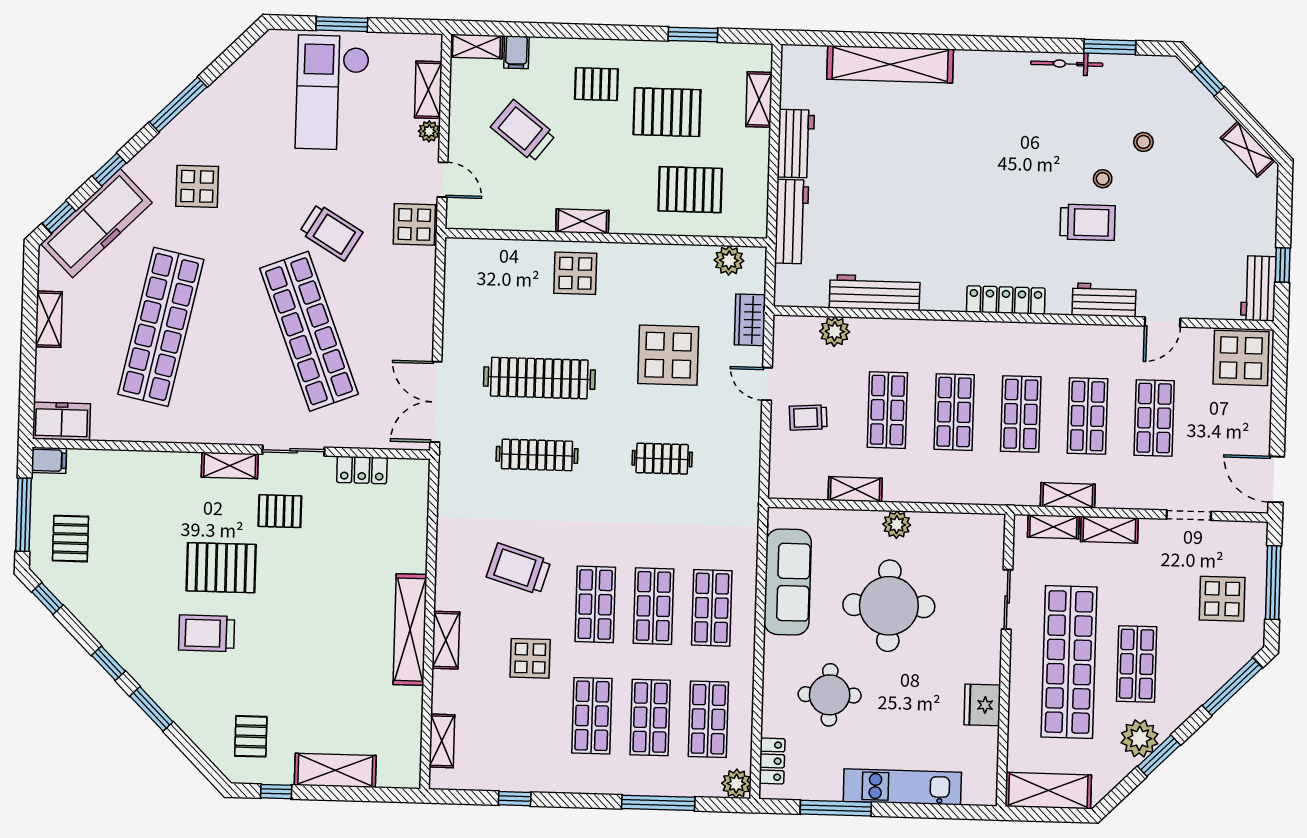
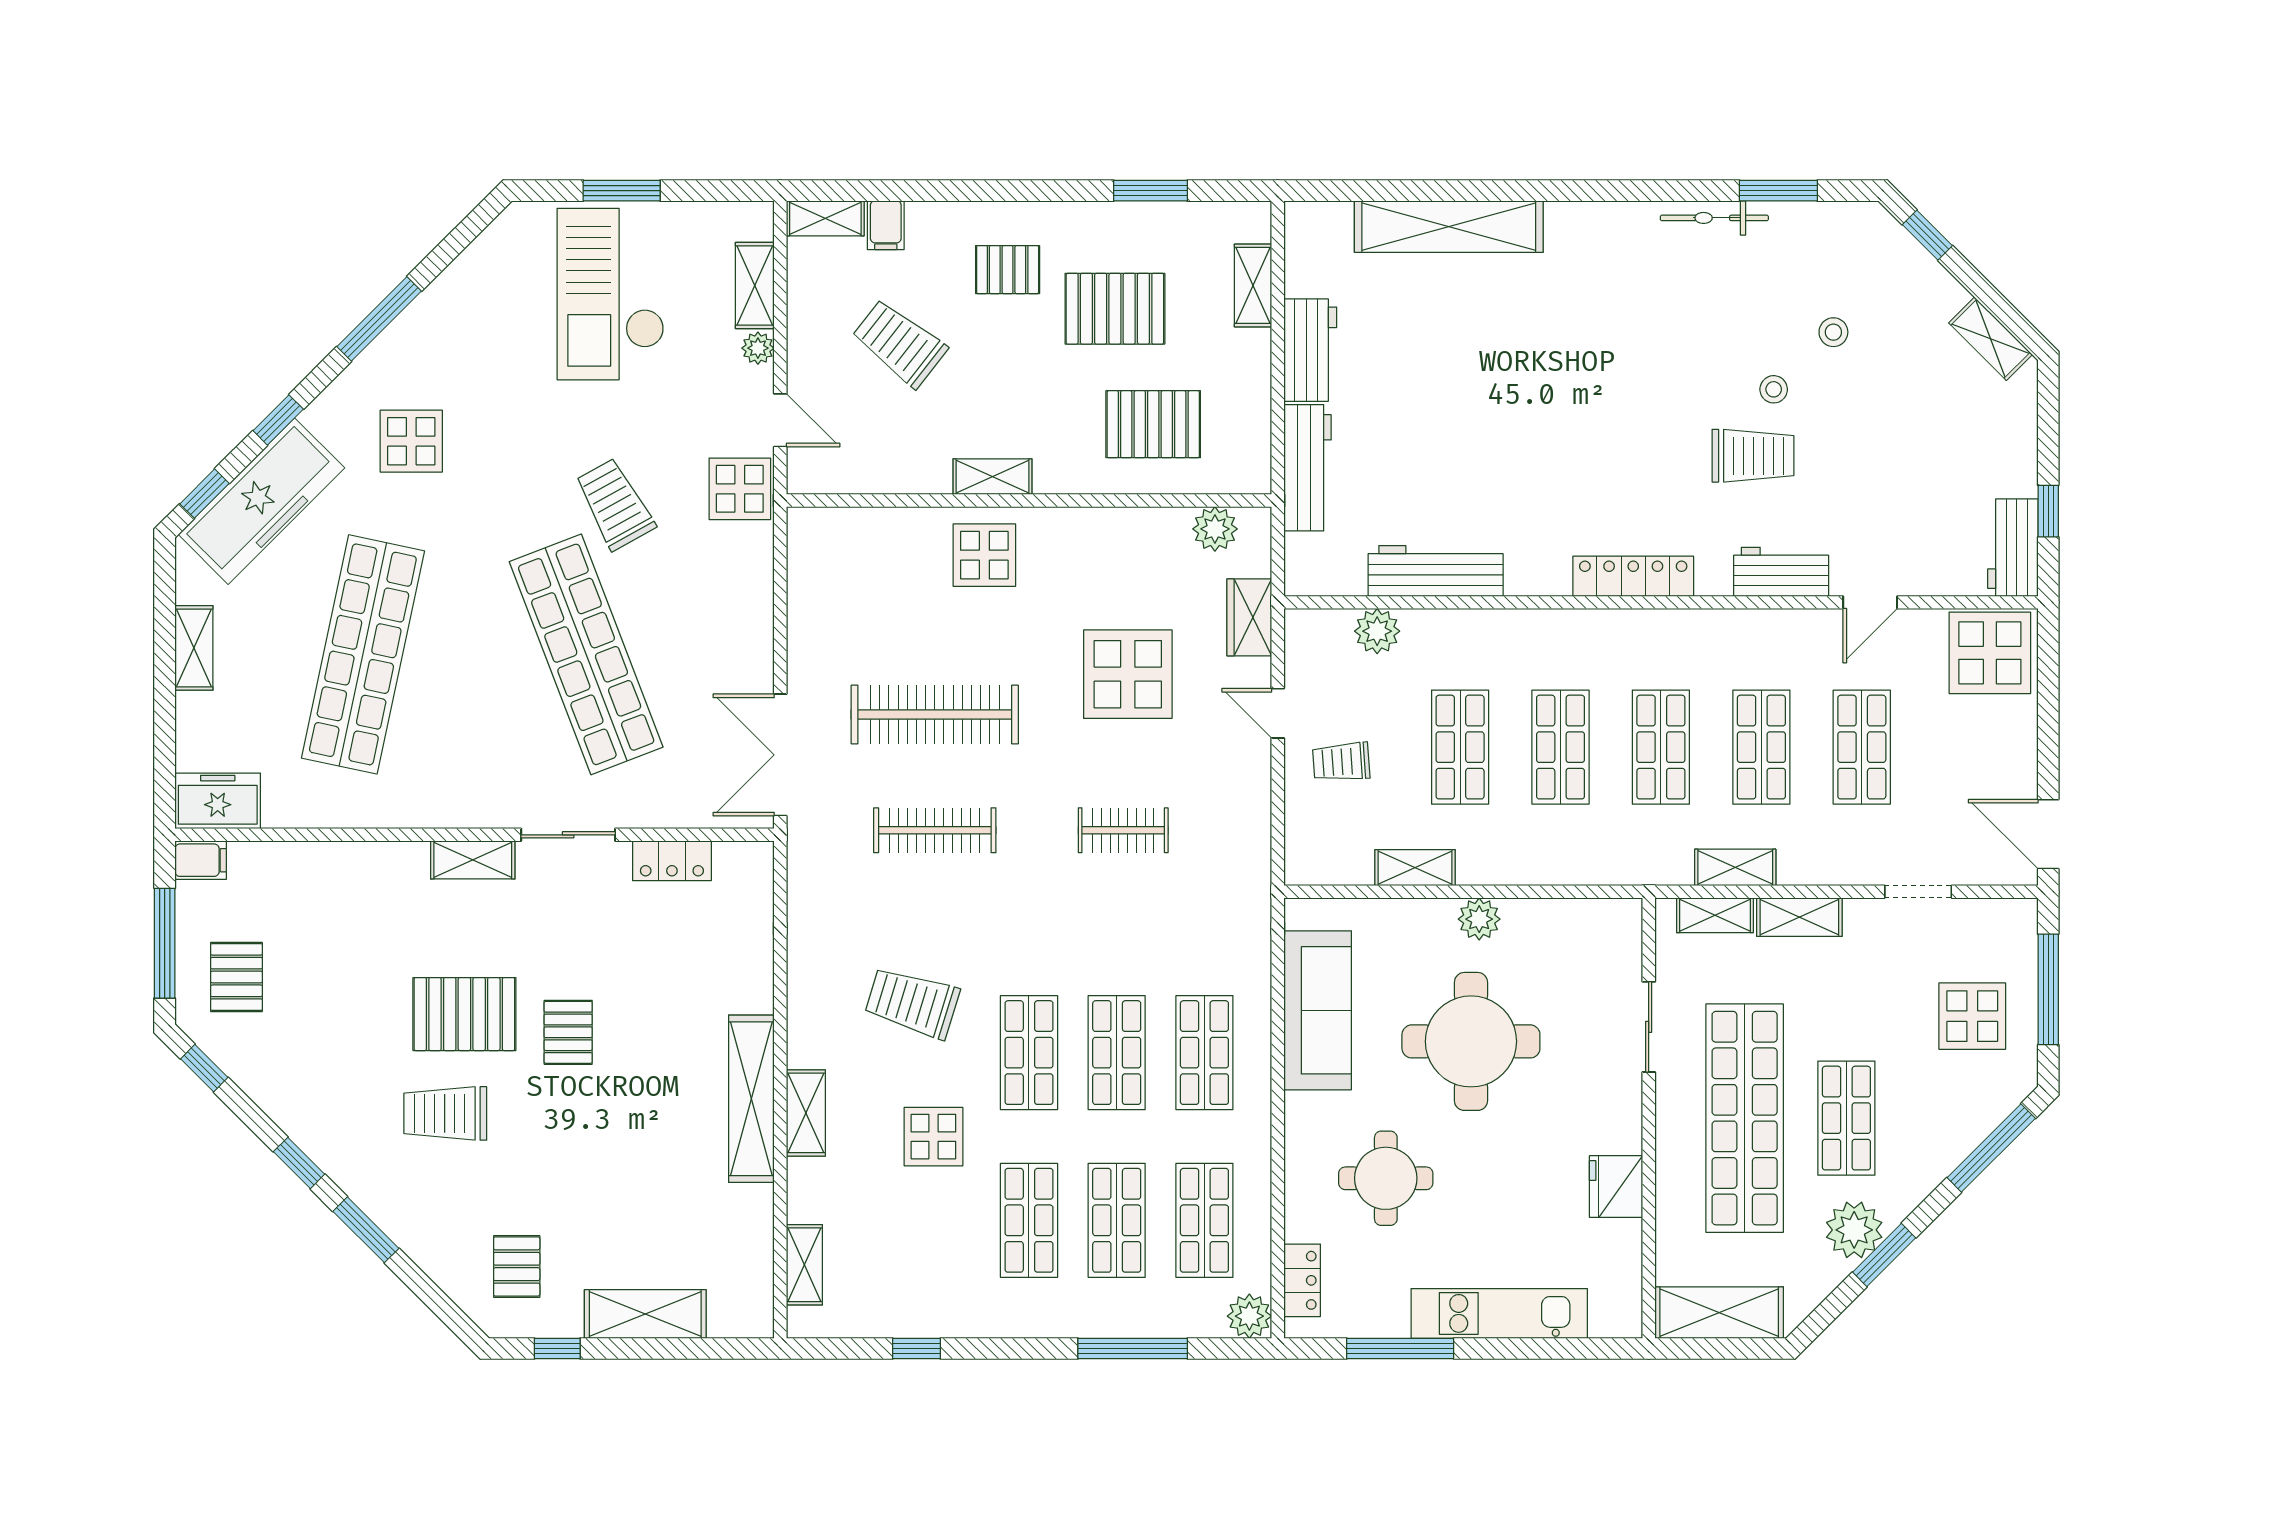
trolley: (331, 232) -> (615, 504), turned -150
pallet: (280, 511) -> (568, 1032), moved, turned 90

